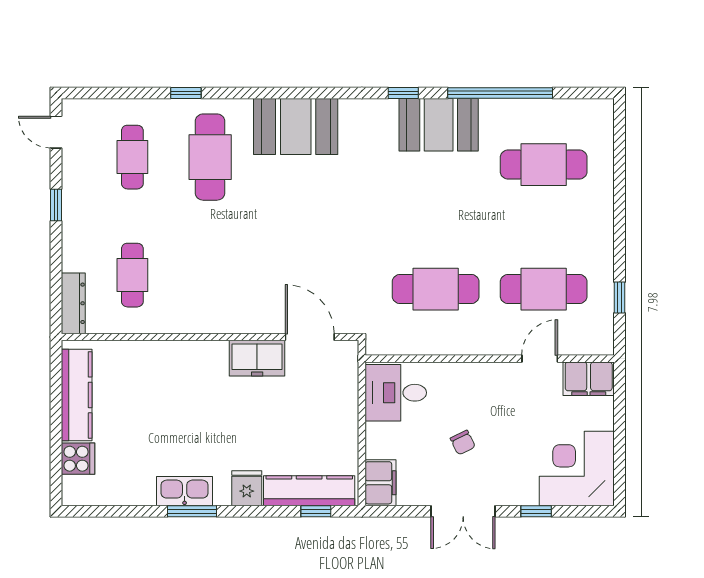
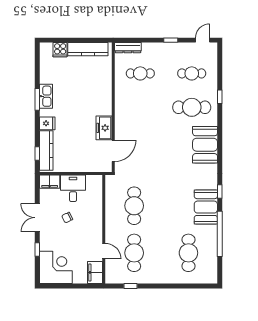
desk: (396, 393) -> (73, 188), moved

